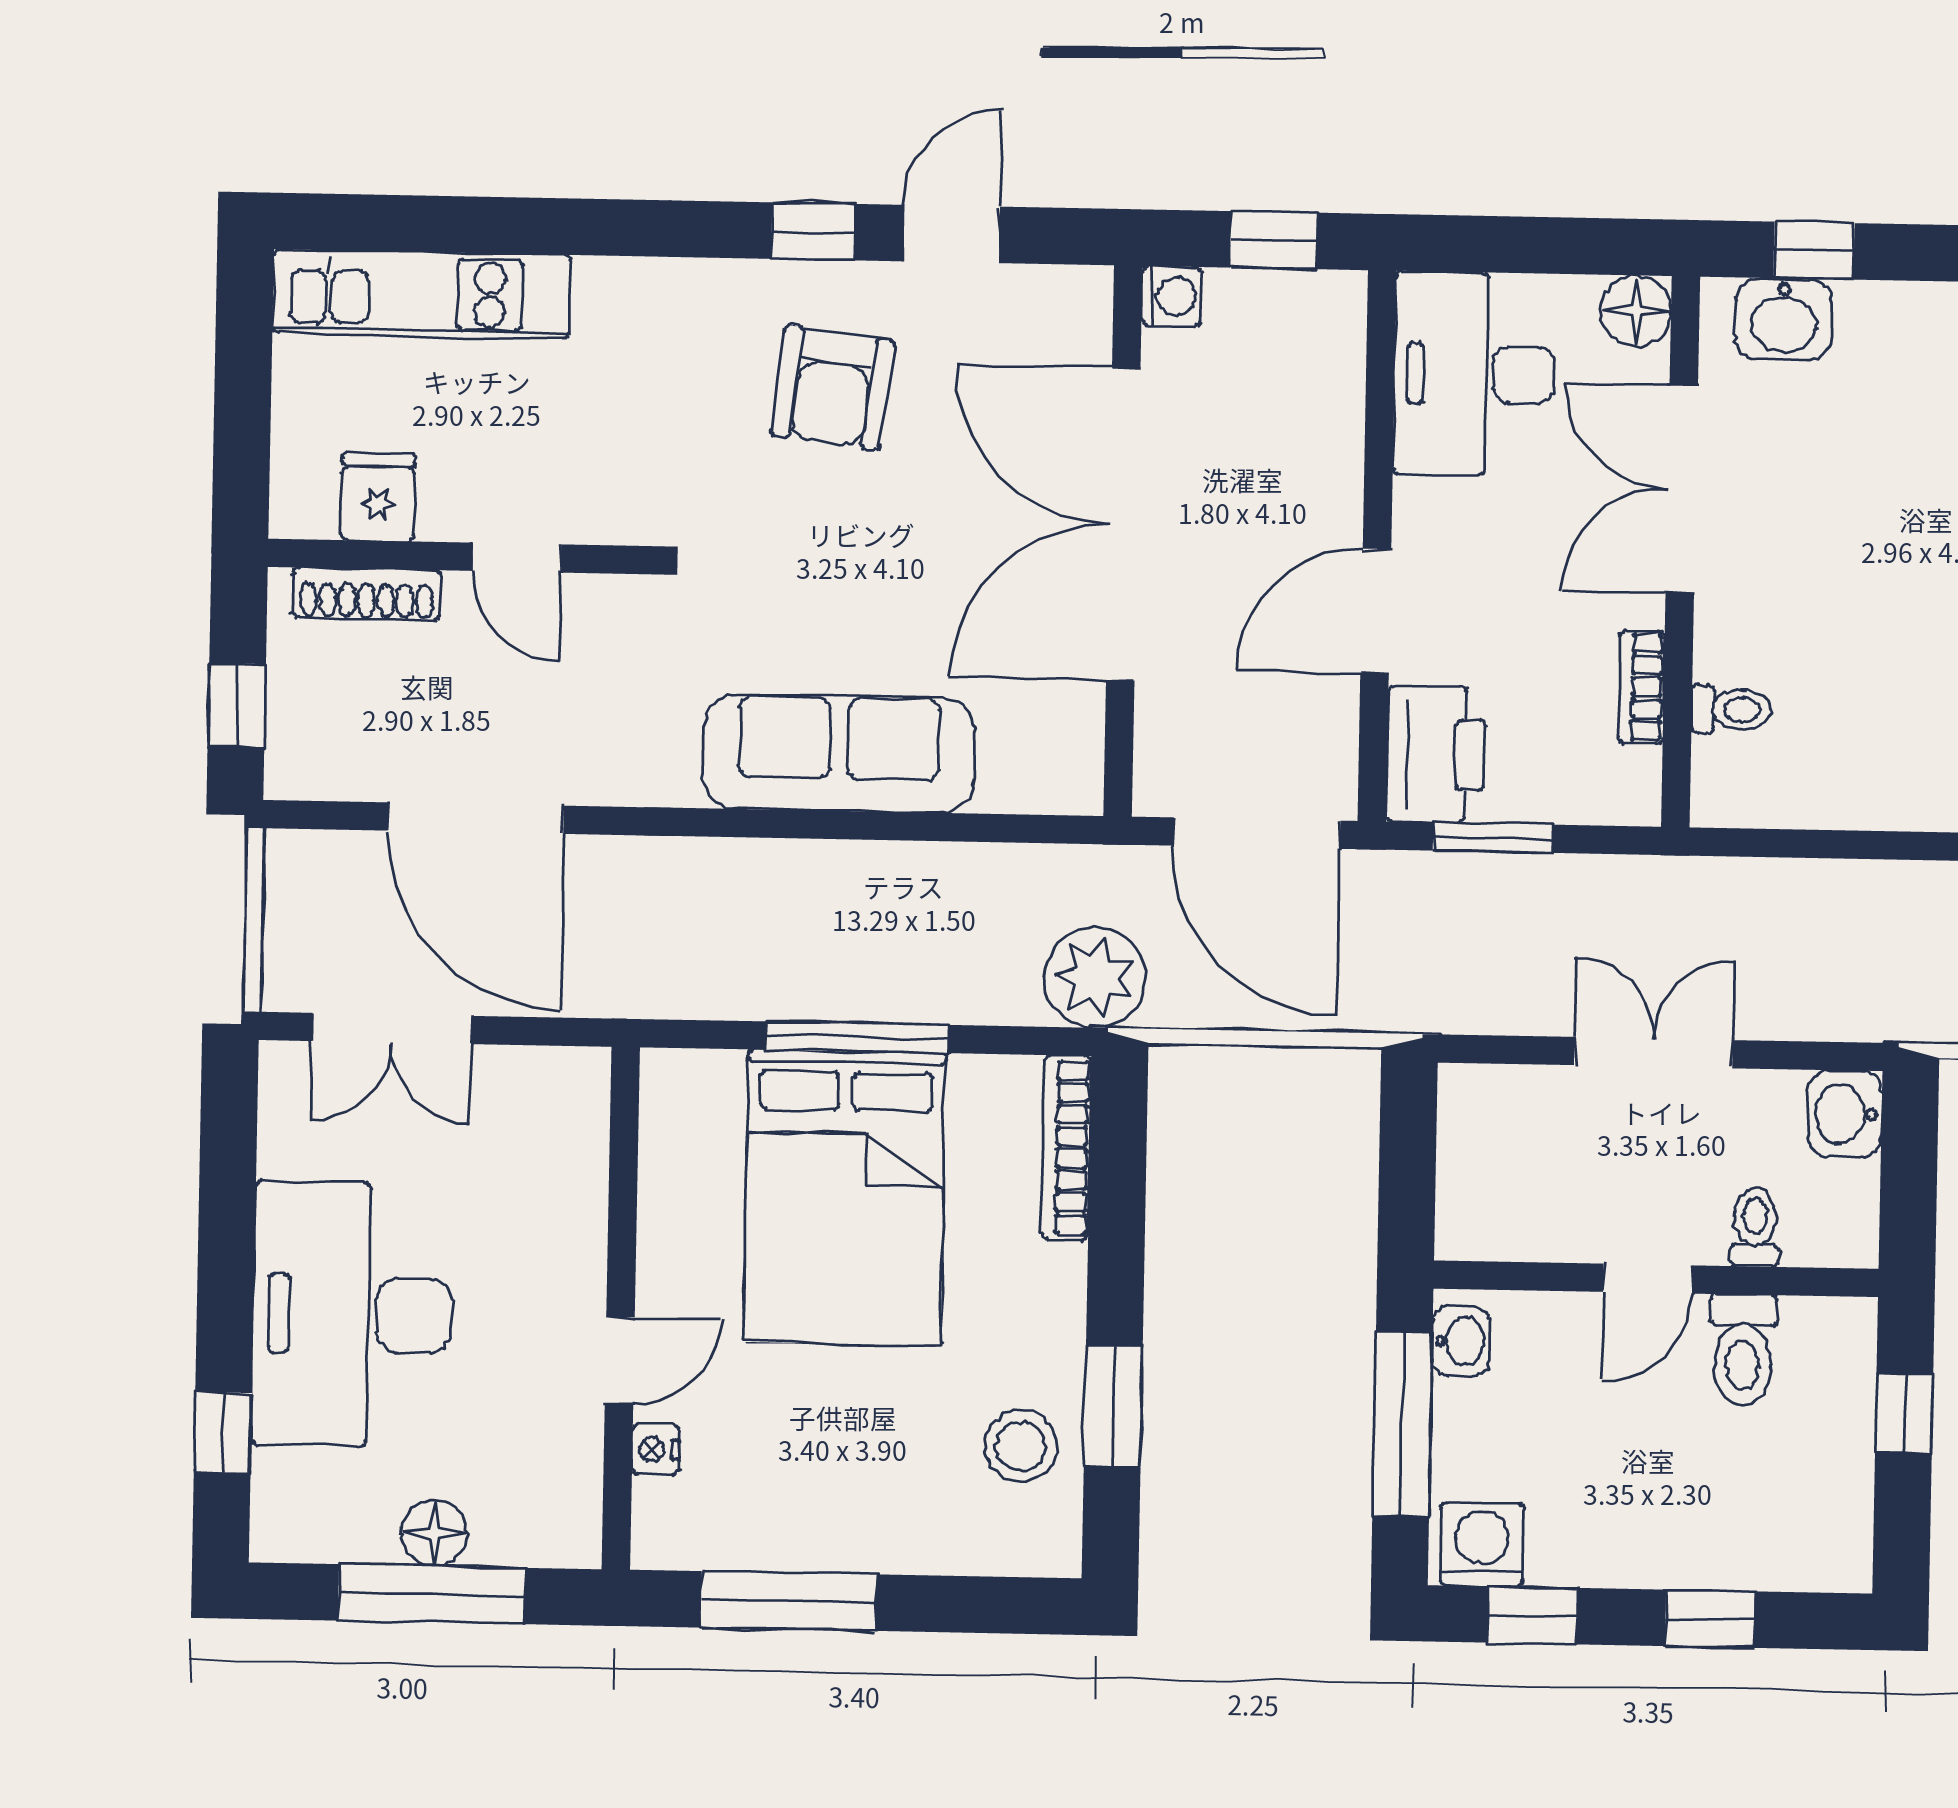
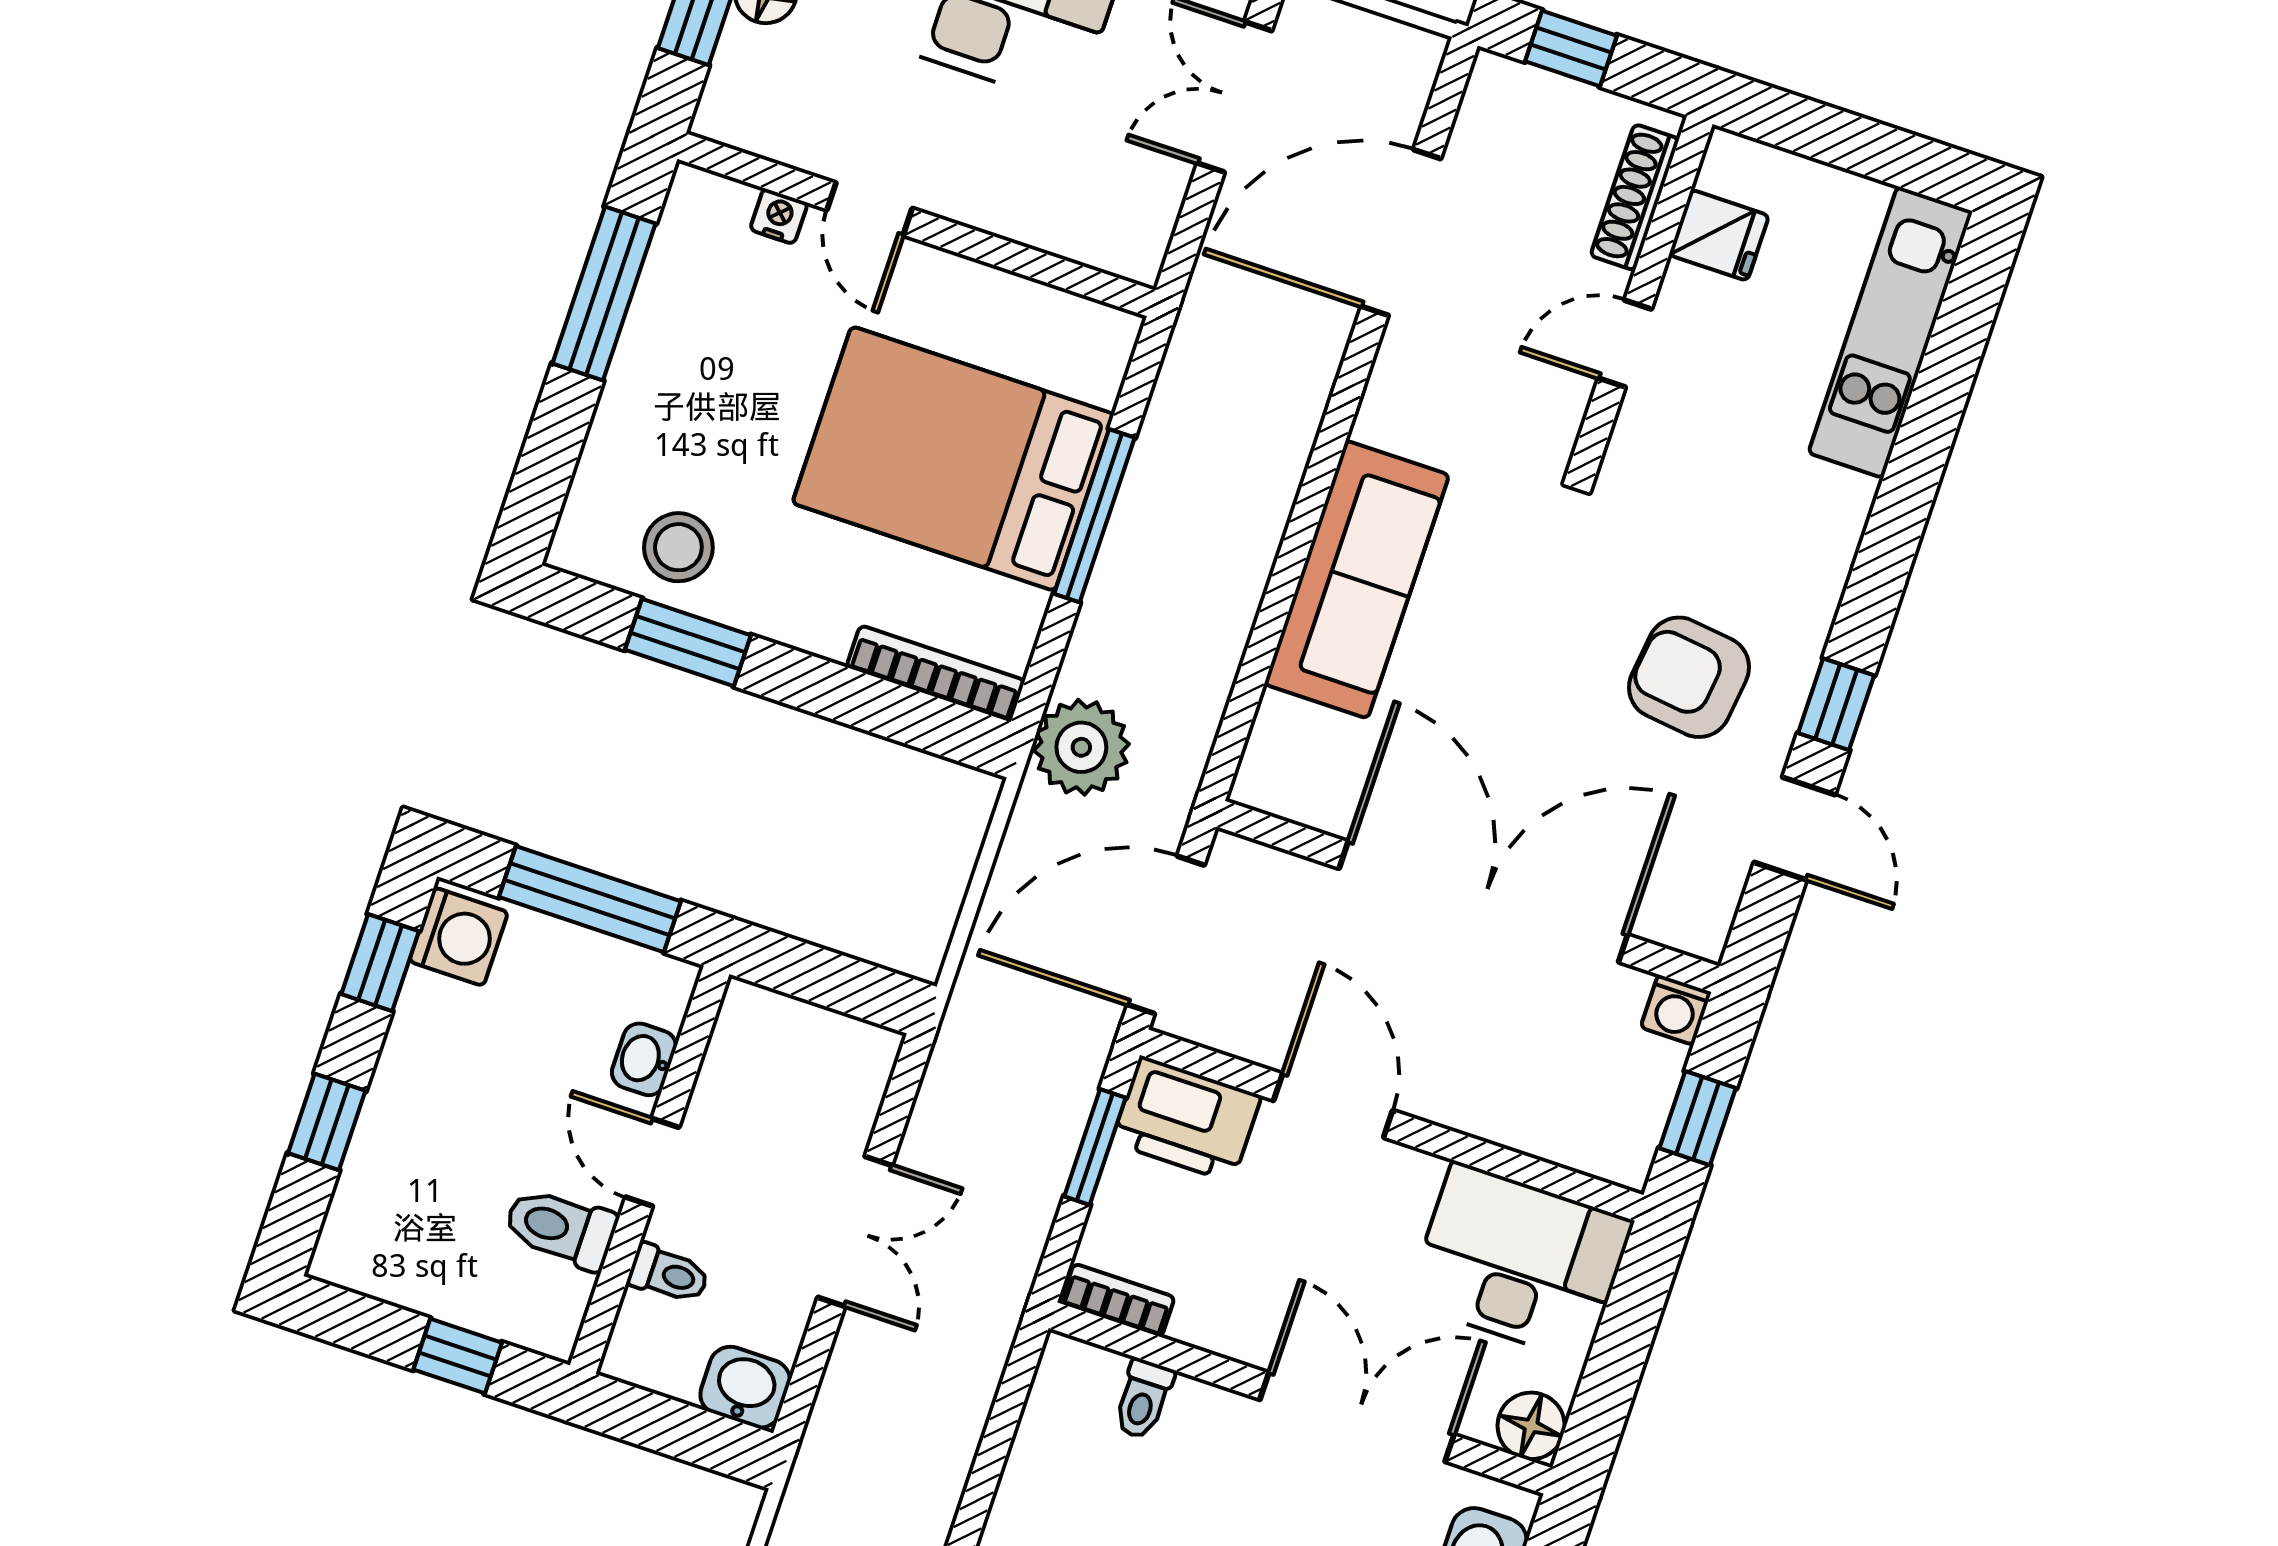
bookcase: (1641, 687) -> (1118, 1300), moved
washbasin: (1461, 1341) -> (644, 1059), moved, turned 90

